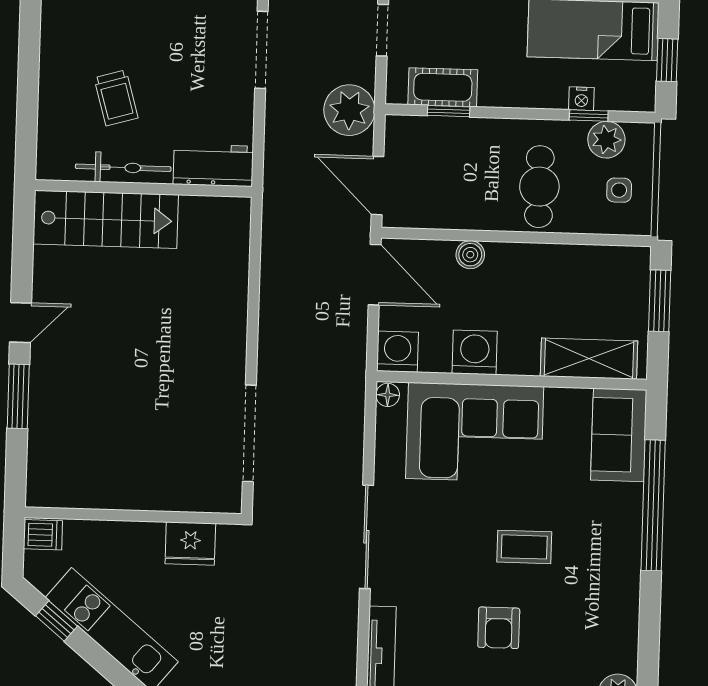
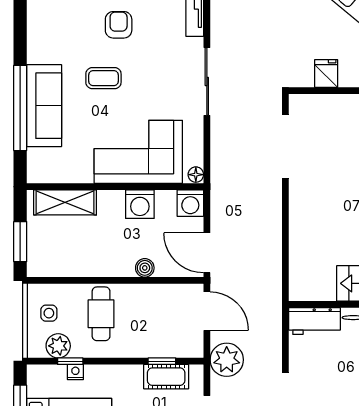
sofa: (619, 435) -> (44, 106), moved, width x1.36
fridge: (190, 544) -> (326, 73), width x0.72

